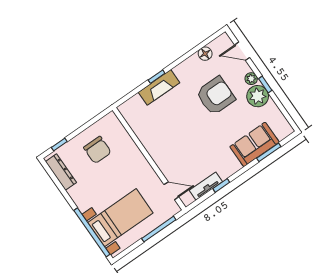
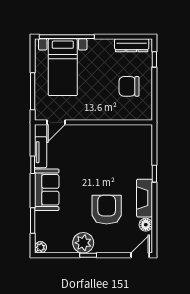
door: (242, 51) -> (140, 255), moved
plant: (251, 79) -> (41, 247), moved
fireplace: (159, 87) -> (144, 198), moved
armchair: (216, 96) -> (107, 210), turned 180
sofa: (254, 144) -> (47, 190), moved

